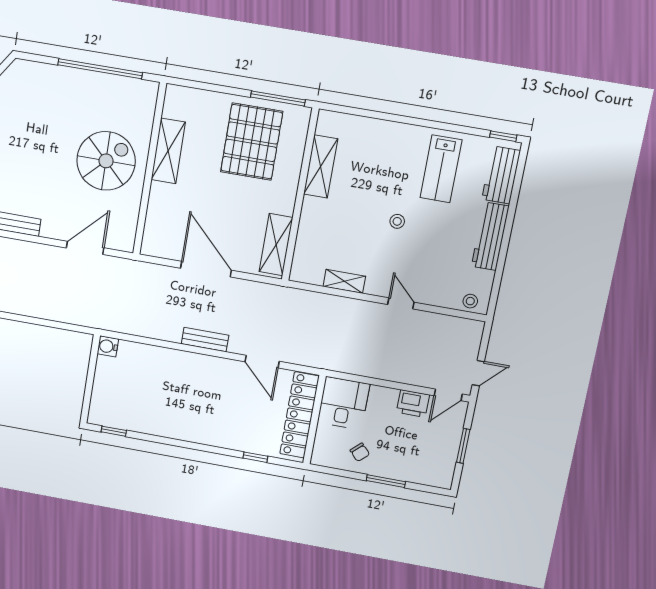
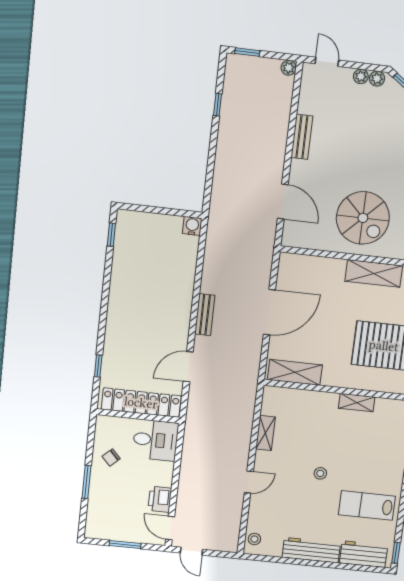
shelving: (321, 167) -> (357, 403), width x0.67, depth x0.75

